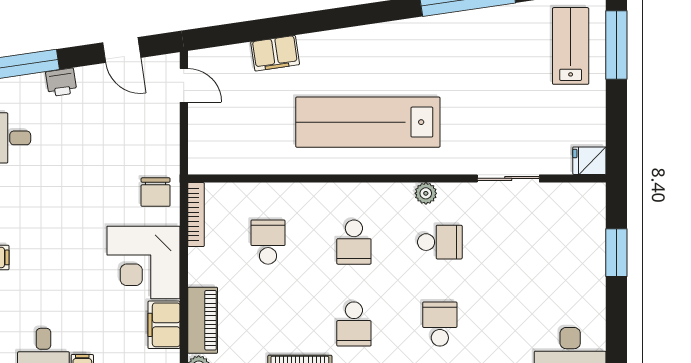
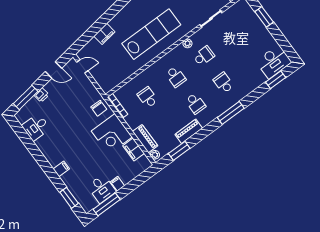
lab bench: (368, 122) -> (151, 34), turned 180

